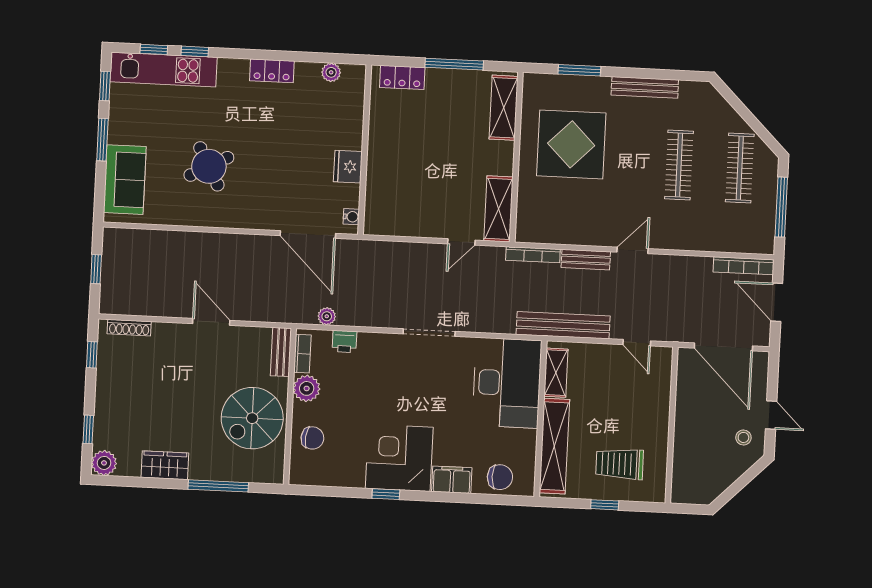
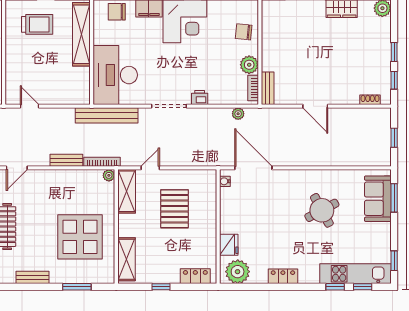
window: (454, 64) -> (161, 287), width x0.46
plant: (331, 72) -> (238, 272), width x1.87, depth x1.87
bench: (645, 87) -> (33, 277), width x0.73
window: (102, 140) -> (394, 198), moved
fridge: (348, 167) -> (229, 245), moved
pallet: (428, 179) -> (175, 209), added
plant: (524, 234) -> (109, 175), added
door: (633, 250) -> (17, 168), moved
bench: (563, 325) -> (107, 115), moved
shoe rack: (129, 328) -> (370, 100), width x0.70
printer: (344, 341) -> (200, 97), moved
shelving: (556, 373) -> (83, 83), removed
spiral stairs: (252, 418) -> (285, 43), removed
window: (88, 429) -> (394, 52), moved

